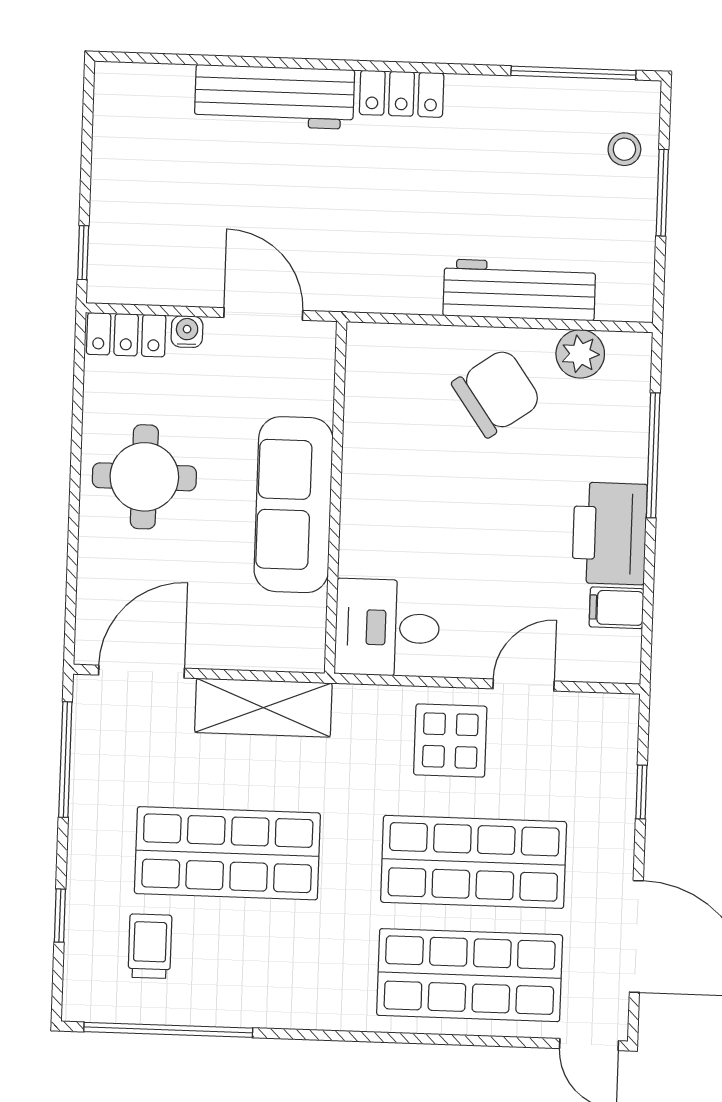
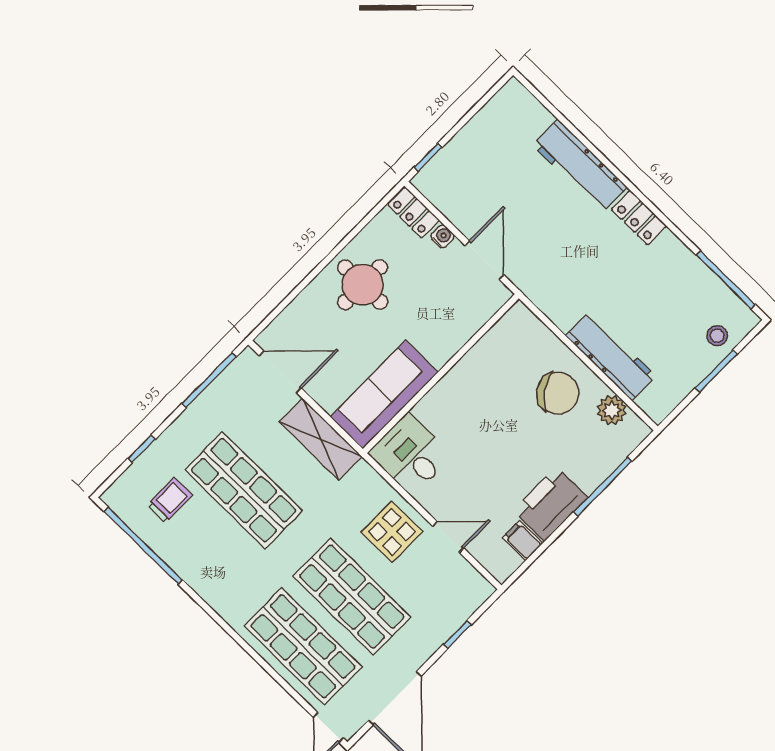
sofa: (294, 505) -> (384, 395), moved

